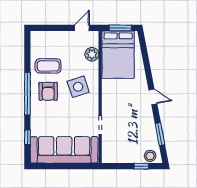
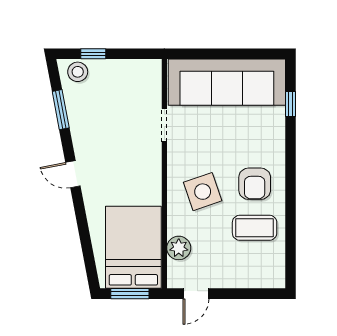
armchair: (48, 91) -> (255, 184), turned 180
window: (27, 94) -> (290, 180), removed

